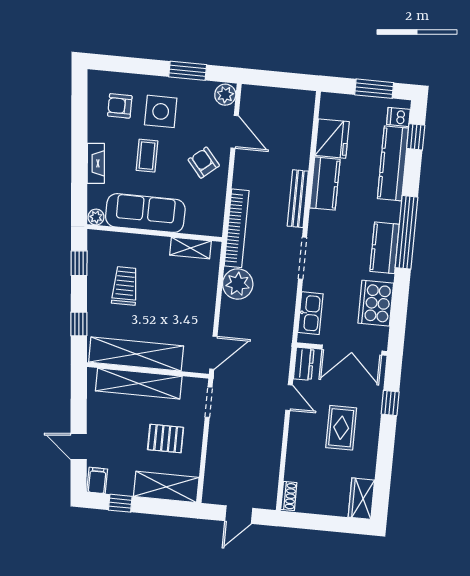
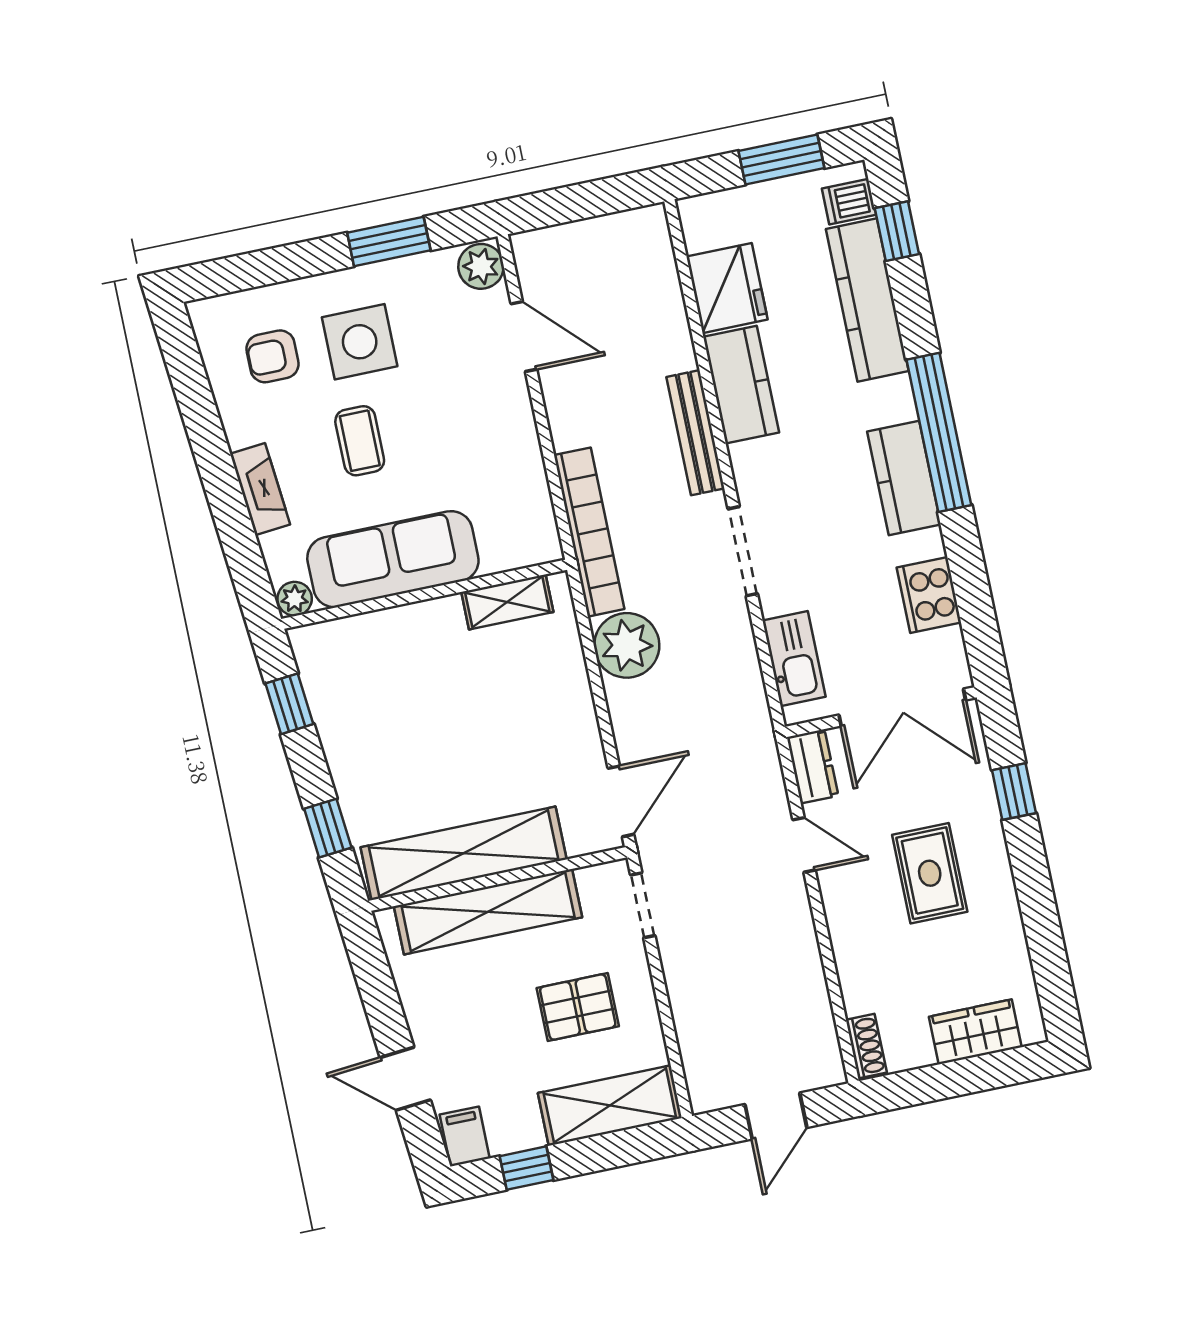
armchair: (204, 163) -> (480, 419), removed
trolley: (125, 286) -> (398, 721), removed
cooker: (376, 303) -> (929, 595), width x0.73, depth x0.76
wardrobe: (361, 499) -> (975, 1032), moved, turned 90

